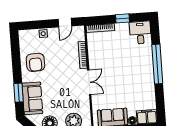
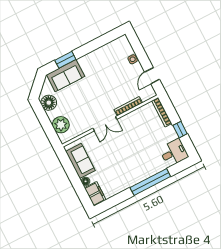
door: (65, 23) -> (152, 76), hinge flipped
armchair: (35, 62) -> (102, 64), removed

